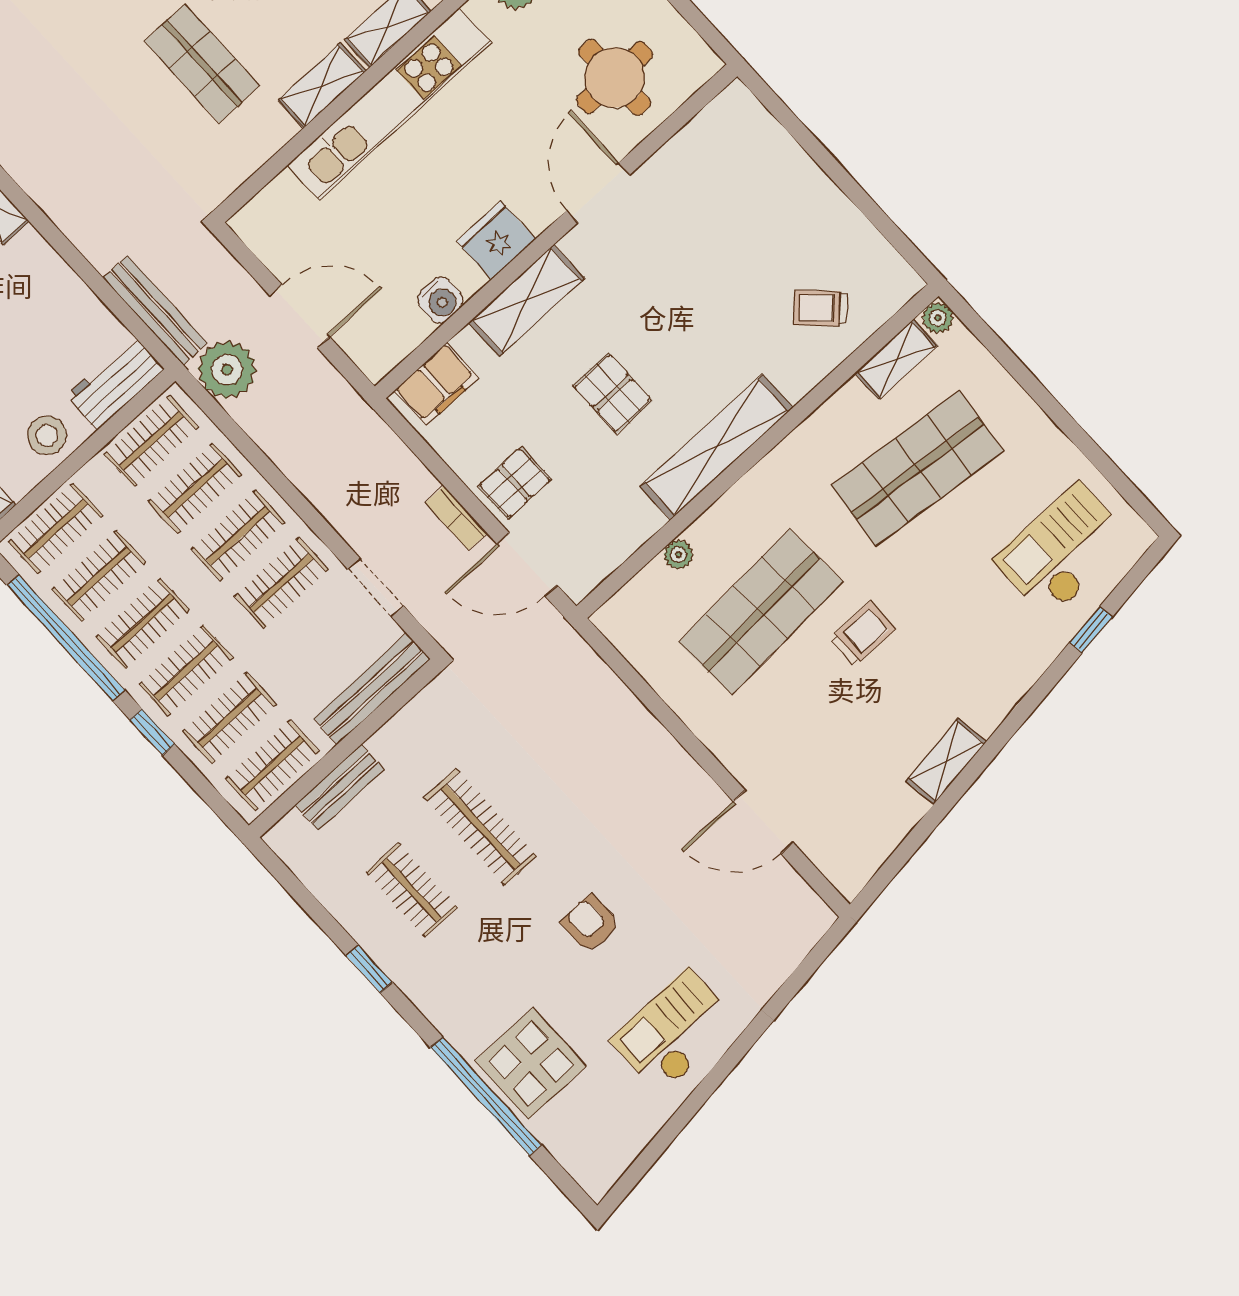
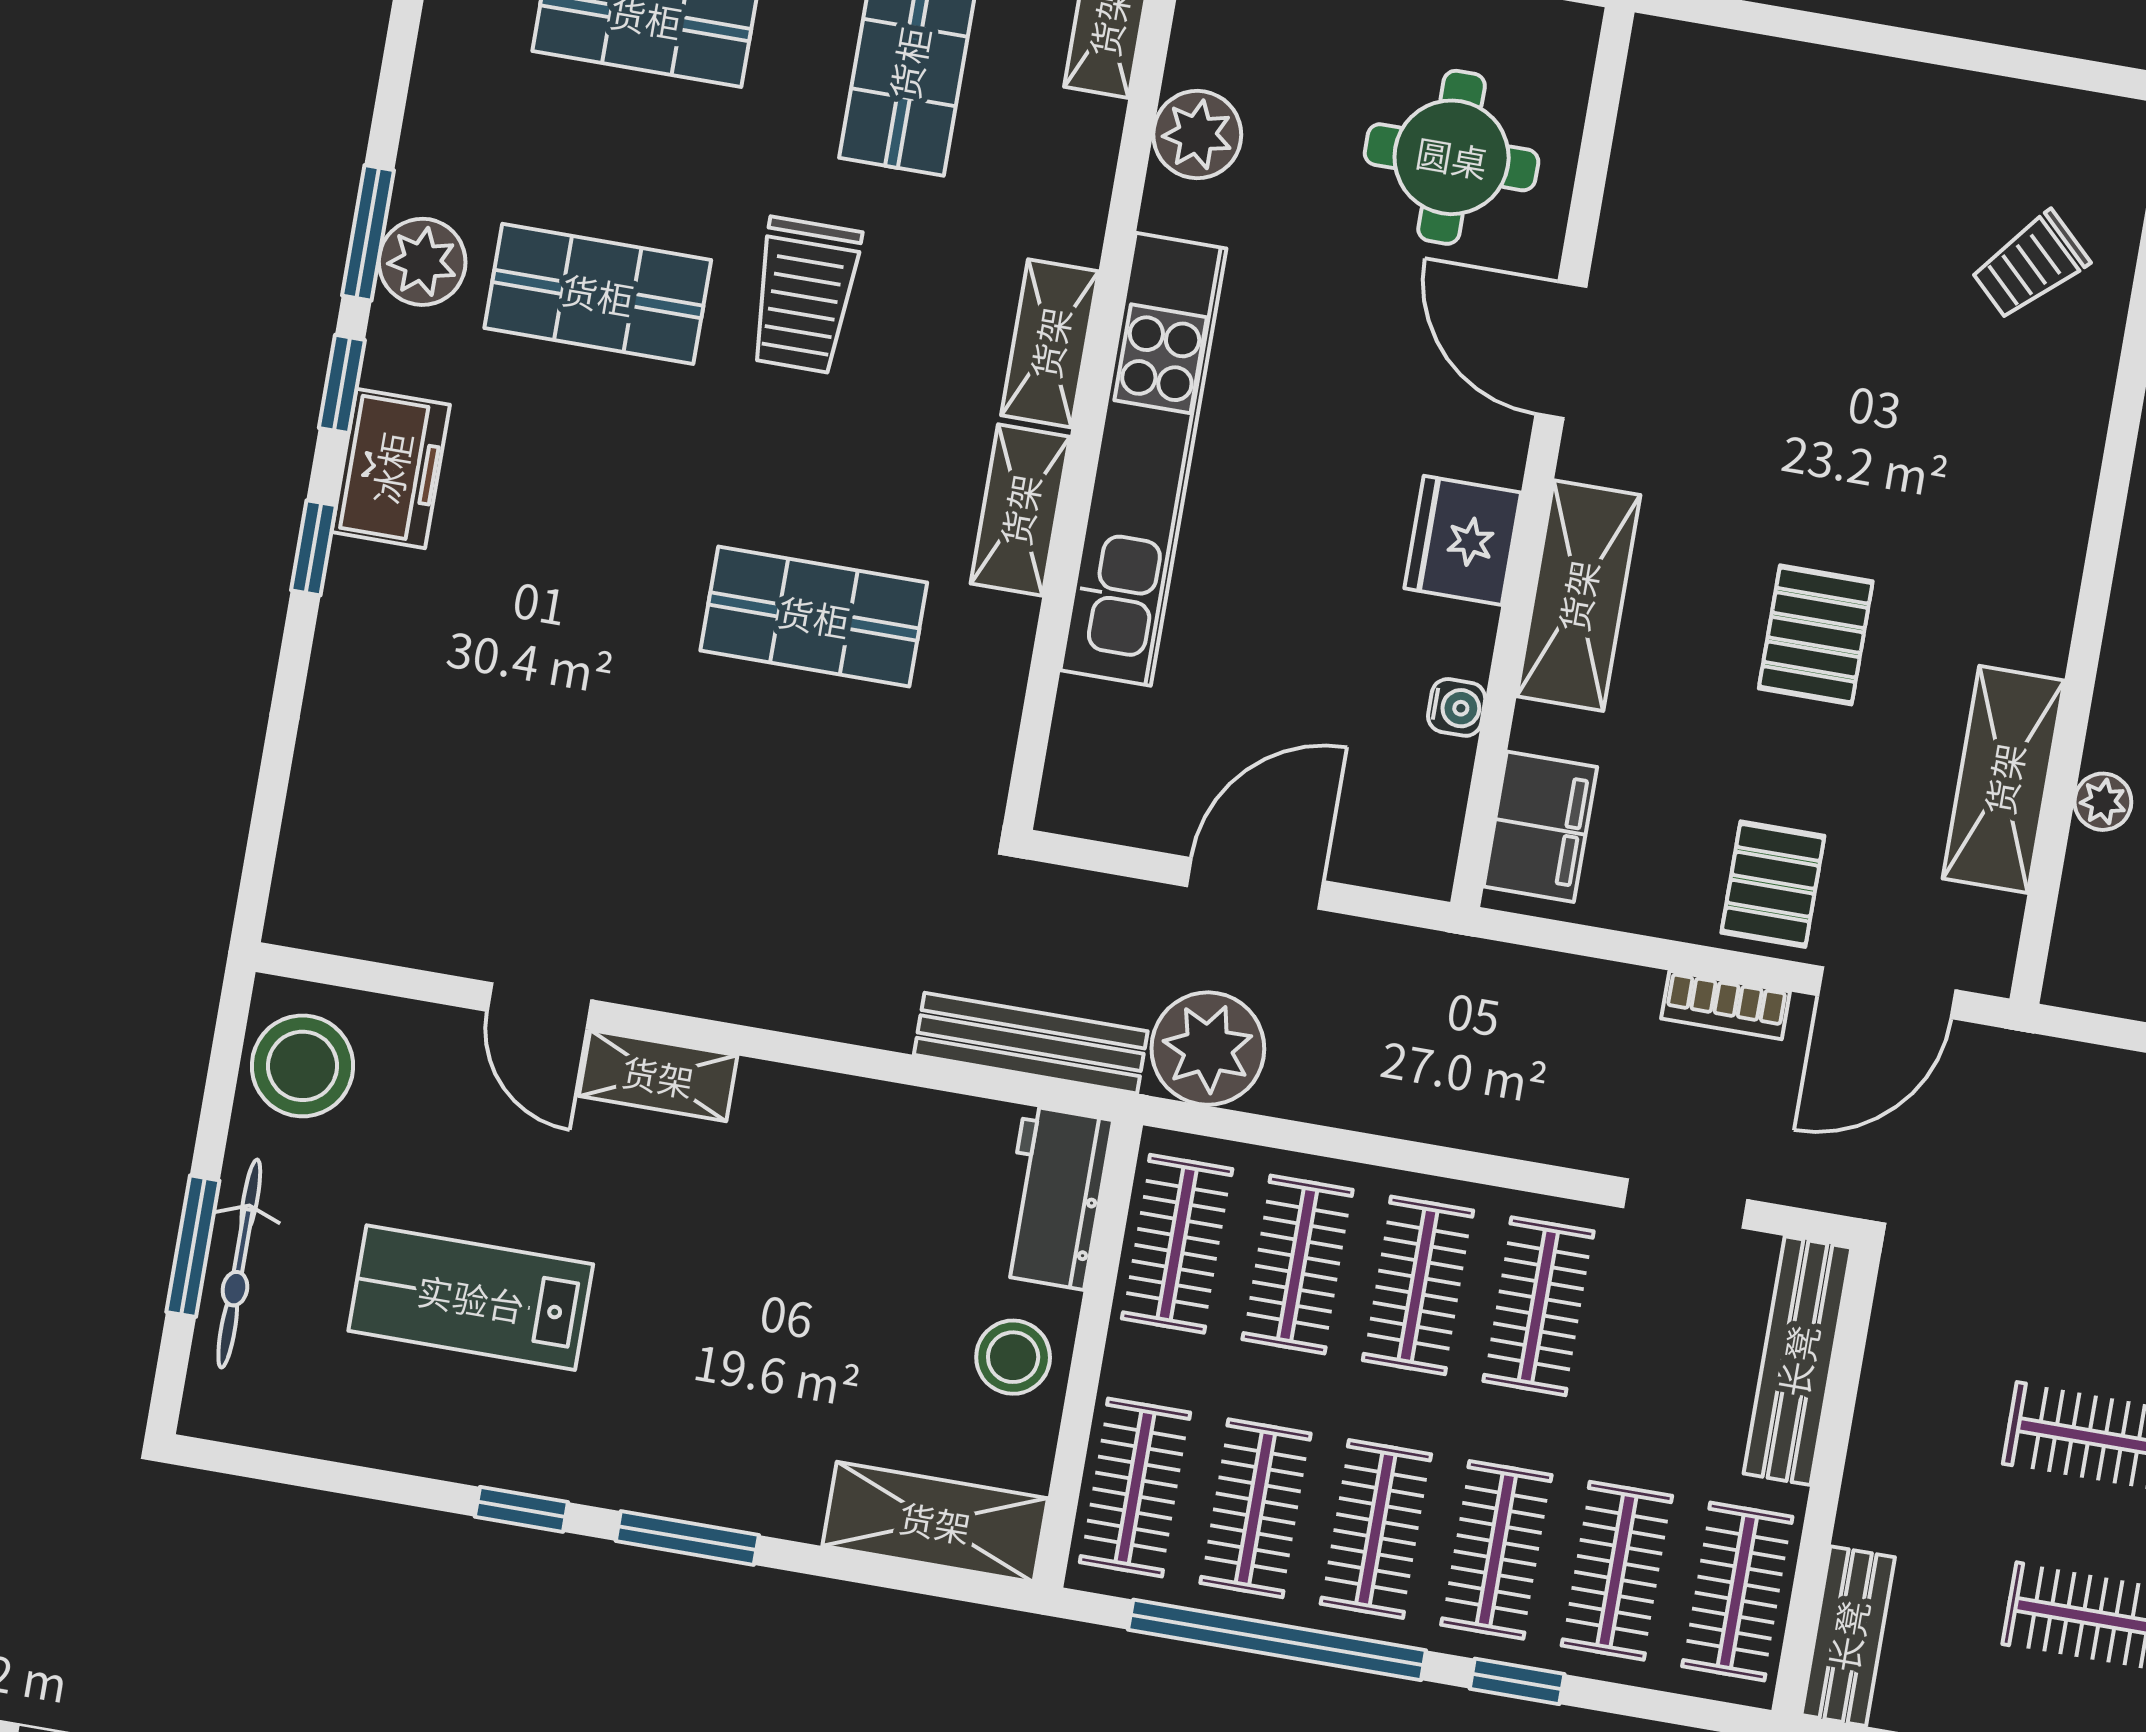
water cooler: (440, 300) -> (1457, 707), width x0.72, depth x0.72
pallet: (613, 393) -> (1816, 635), turned 90
shelving: (717, 447) -> (2004, 779), moved, width x0.68
bench: (340, 787) -> (1848, 1636), moved

